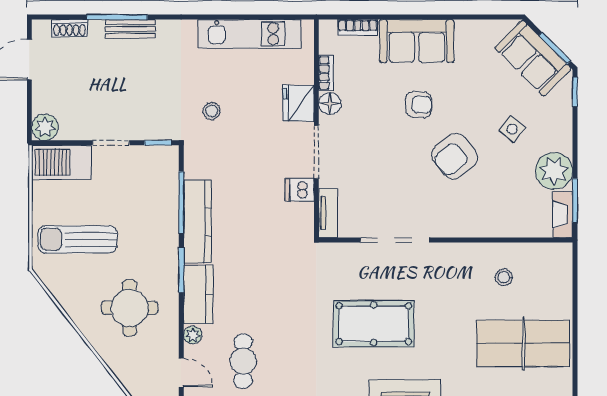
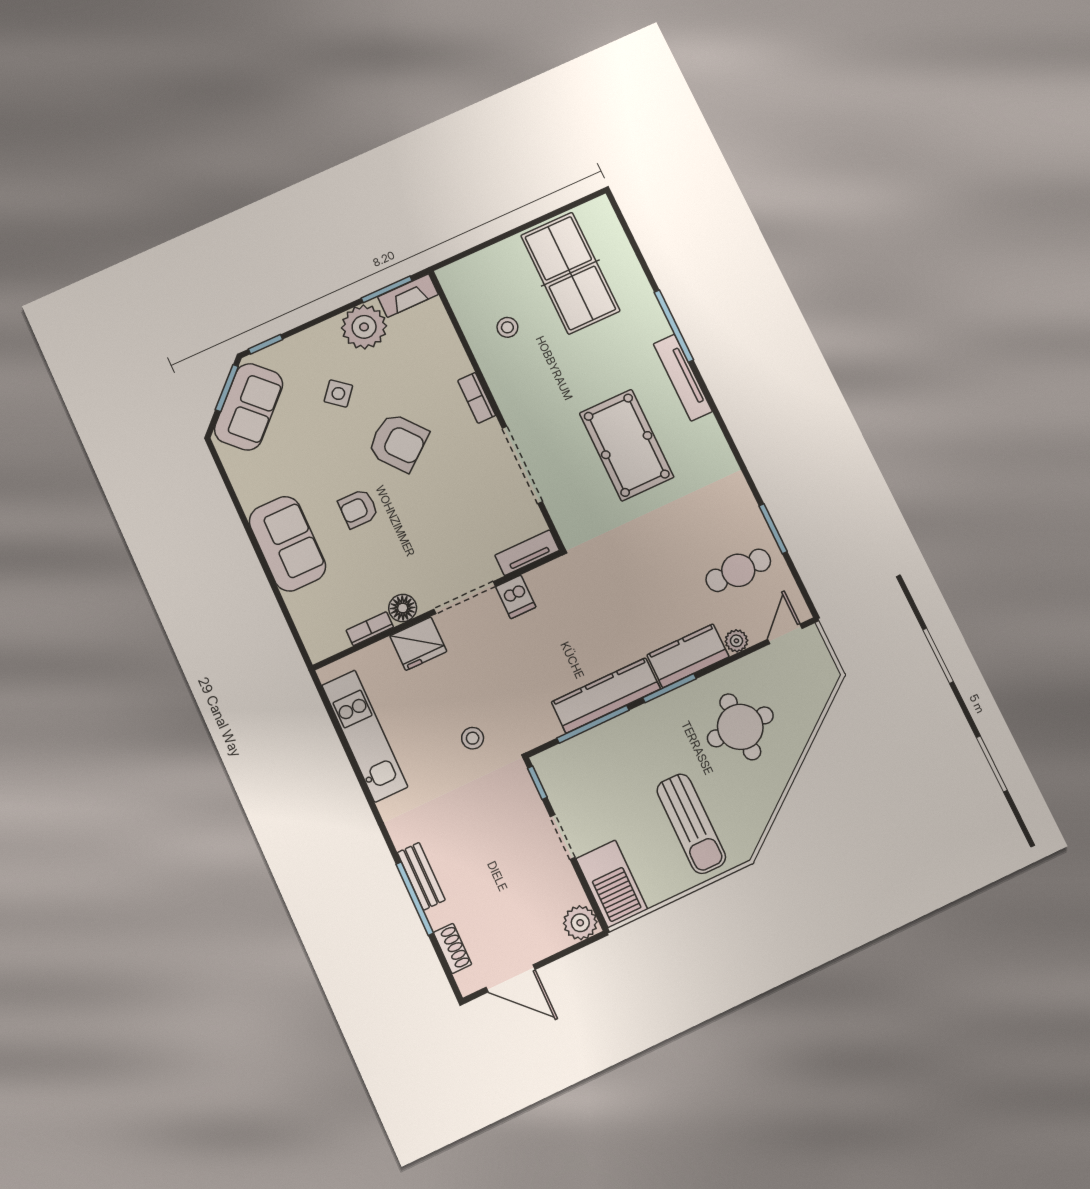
bookcase: (358, 27) -> (477, 398), moved, turned 180
armchair: (419, 105) -> (358, 509), turned -90

